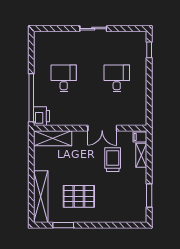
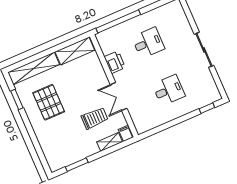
sliding door: (93, 29) -> (204, 50), width x1.37
printer: (42, 116) -> (115, 62), moved, turned -90
shelving: (53, 138) -> (75, 51), moved, turned 90

